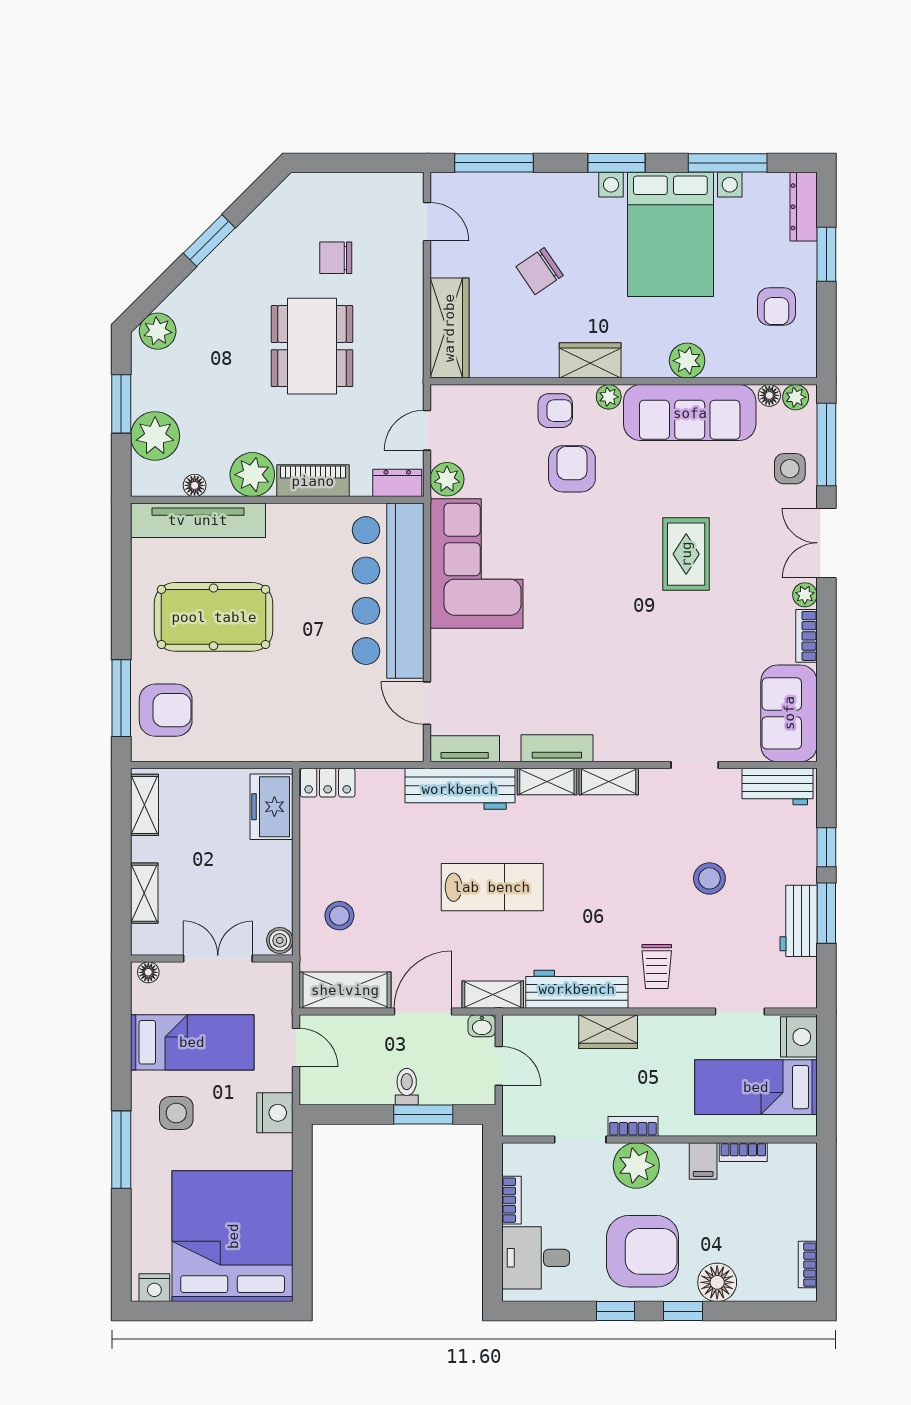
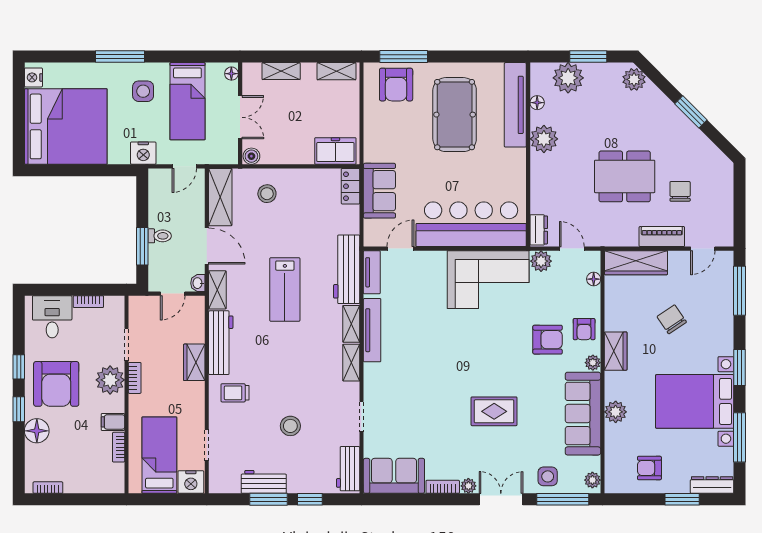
floor lamp: (769, 395) -> (594, 279), moved
piano: (313, 481) -> (662, 237), moved, turned -90
sofa: (335, 737) -> (379, 191), added
tv unit: (557, 748) -> (372, 330), width x1.41

